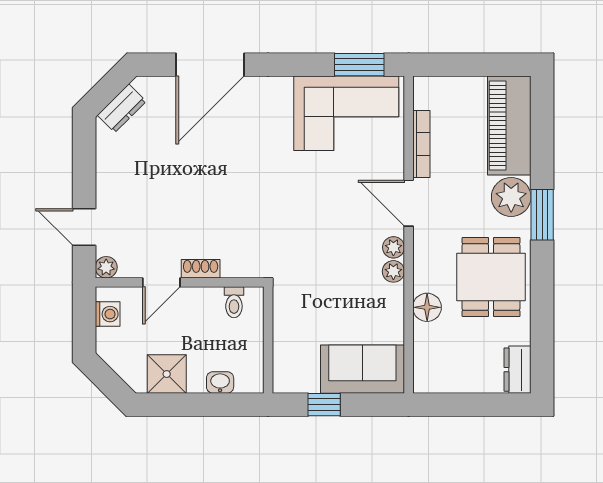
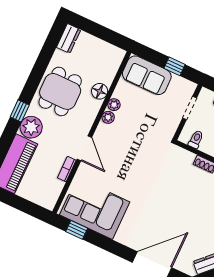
window: (359, 65) -> (77, 230), width x0.67
bookcase: (421, 144) -> (67, 169), width x0.64
window: (542, 215) -> (20, 111), width x0.67
plant: (393, 247) -> (114, 105), moved
doorway: (268, 348) -> (190, 108), added

